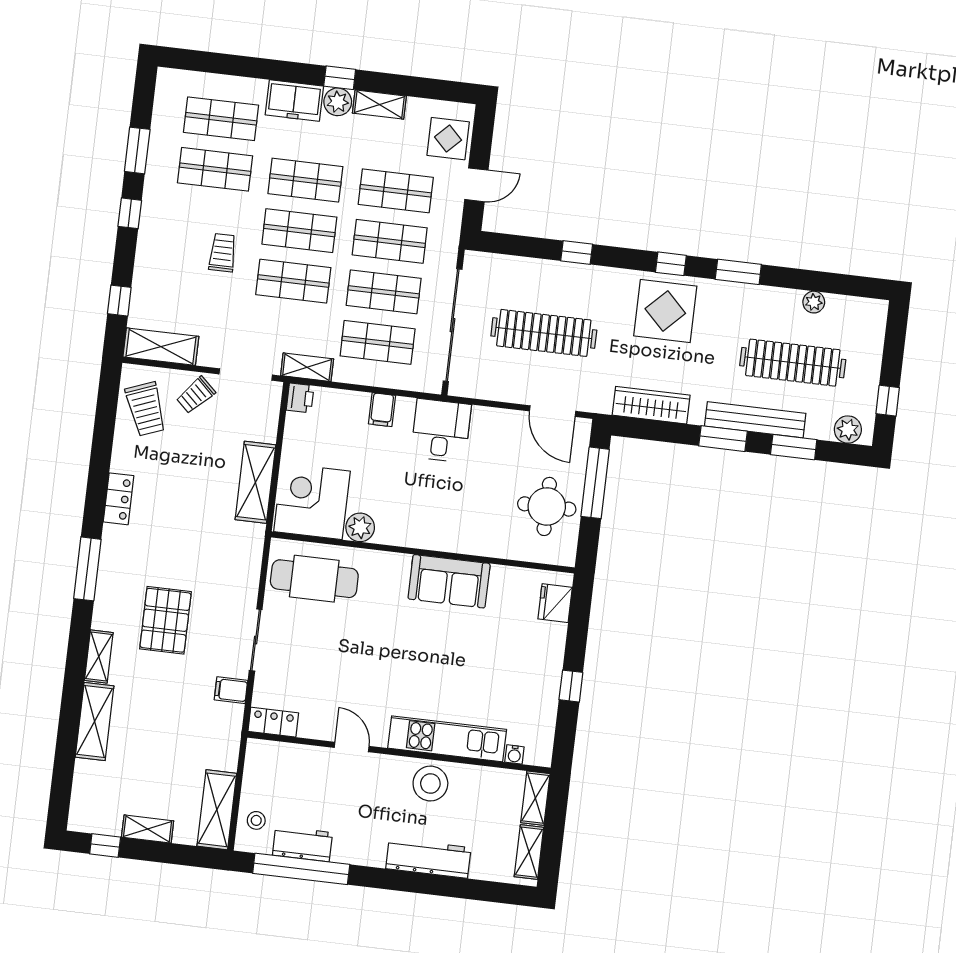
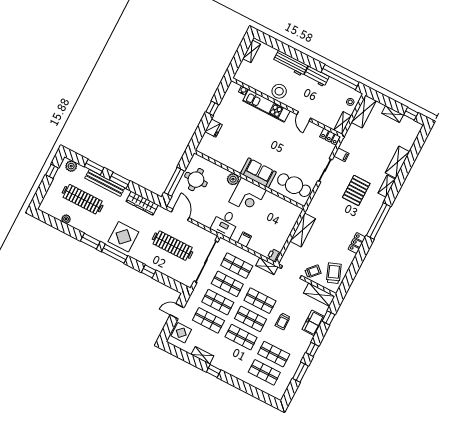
freezer: (294, 101) -> (313, 323), moved, turned -90
plant: (338, 102) -> (218, 362), removed
window: (671, 264) -> (115, 254), width x2.17
corner desk: (312, 501) -> (247, 196), moved
plant: (360, 527) -> (233, 179), moved
window: (87, 569) -> (379, 221), width x1.46
sofa: (449, 581) -> (258, 173), moved
fridge: (555, 603) -> (214, 128), moved
shelving: (535, 798) -> (343, 123), moved
workbench: (302, 844) -> (316, 76), moved

